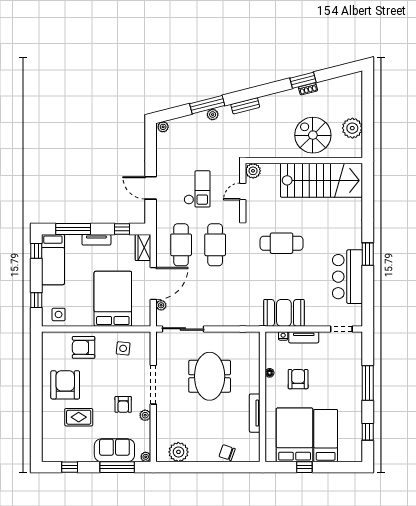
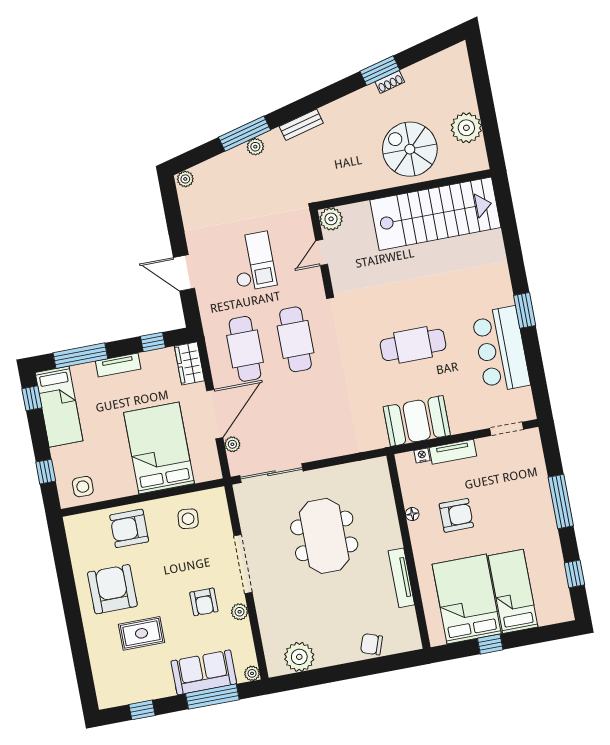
cafe table: (282, 243) -> (413, 345), moved
armchair: (298, 379) -> (456, 515), turned 90

